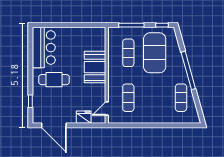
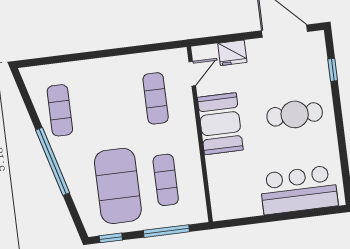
bar counter: (44, 48) -> (299, 190), moved, turned 90
booth: (95, 67) -> (220, 124), moved

